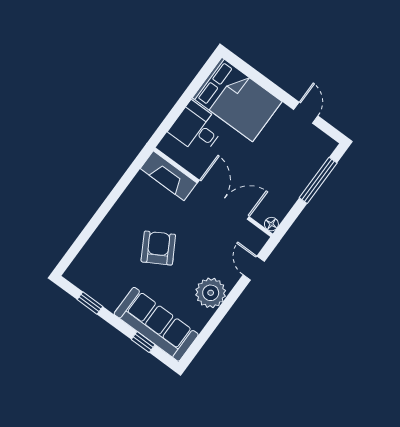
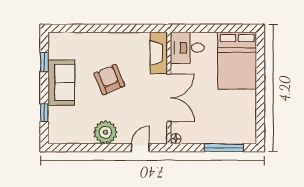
door: (306, 113) -> (260, 109), removed
desk: (197, 128) -> (187, 48), moved, turned -90
armchair: (158, 248) -> (109, 80), turned -83
sofa: (156, 324) -> (61, 83), moved, width x0.73

